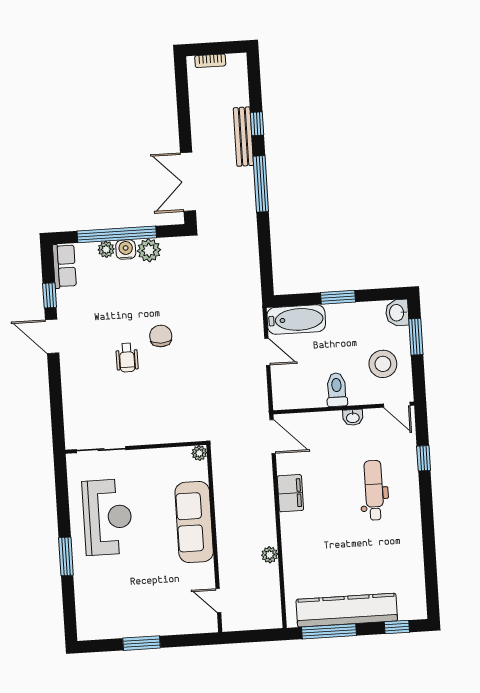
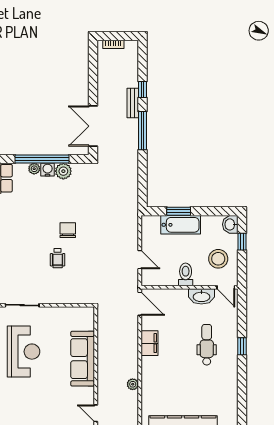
bench: (243, 137) -> (133, 103), width x0.73
window: (338, 297) -> (179, 211), moved
bathtub: (296, 320) -> (181, 225), moved
window: (416, 337) -> (242, 242), width x0.67
door: (267, 352) -> (140, 260), moved
wheelchair: (127, 358) -> (58, 258), moved
washbasin: (353, 417) -> (201, 296), width x1.91, depth x1.45
plant: (199, 453) -> (89, 312), removed
window: (424, 458) -> (242, 346), moved

